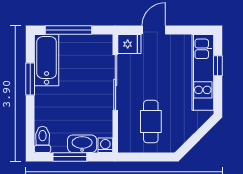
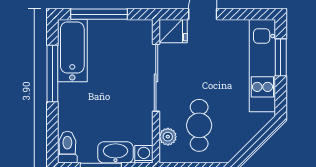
window: (218, 66) -> (281, 57), width x1.50
window: (30, 79) -> (52, 74), width x1.44
plant: (125, 131) -> (168, 137), added

